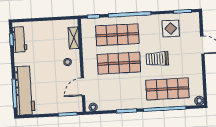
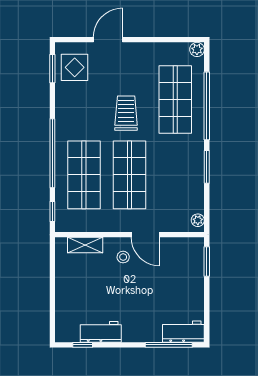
display table: (171, 28) -> (75, 67), moved
workbench: (20, 39) -> (101, 332), moved
trolley: (157, 59) -> (126, 113), turned 180
door: (83, 87) -> (145, 235), moved
workbench: (25, 91) -> (183, 332), width x0.53, depth x0.76

